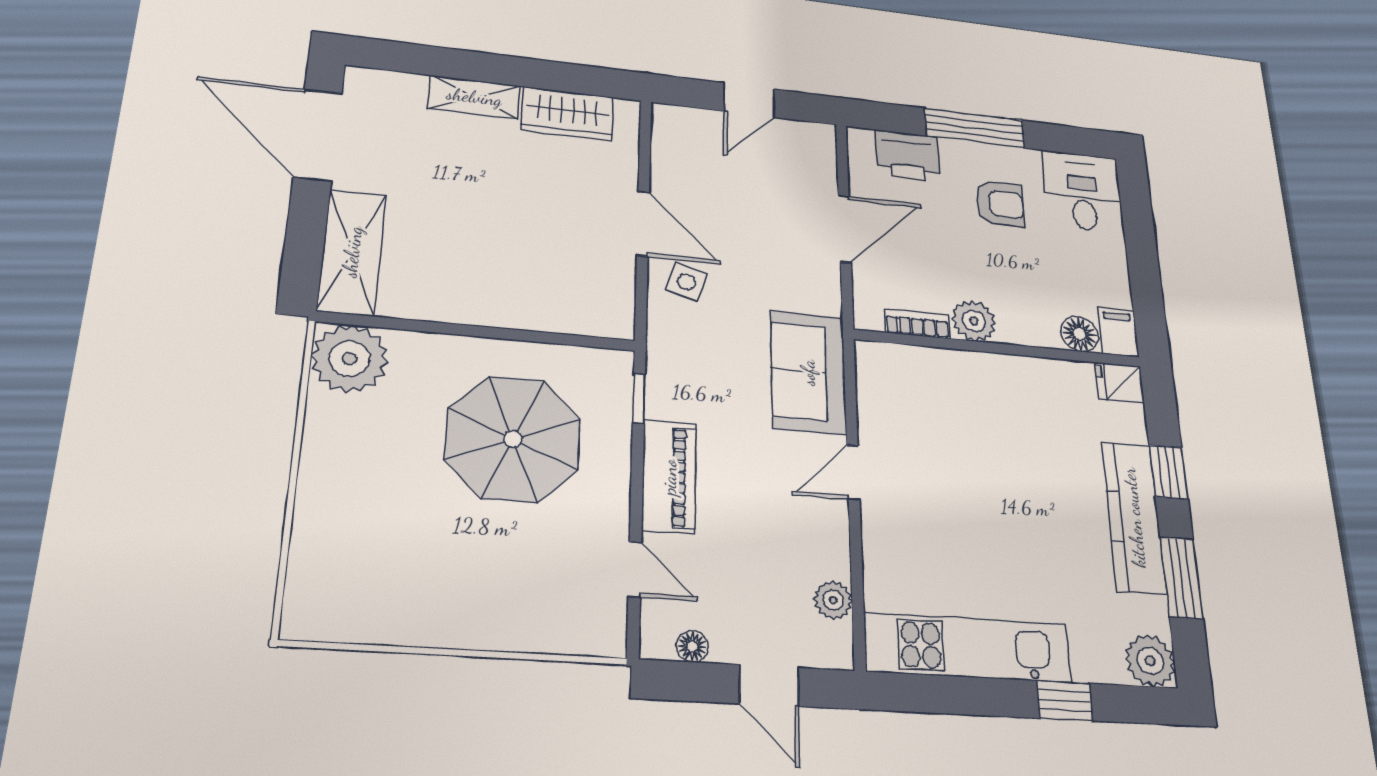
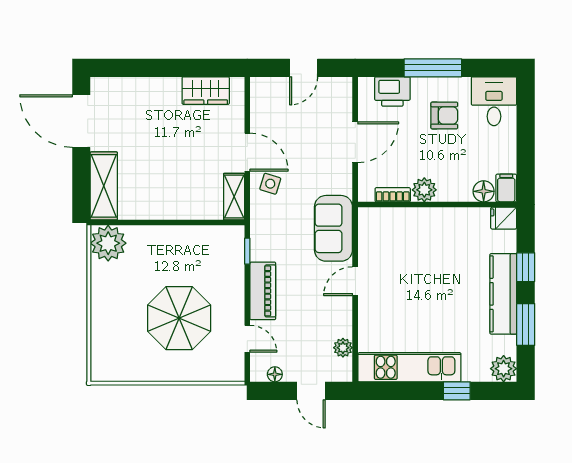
shelving: (474, 97) -> (234, 197), moved, turned 90
parasol: (513, 439) -> (179, 318), moved

